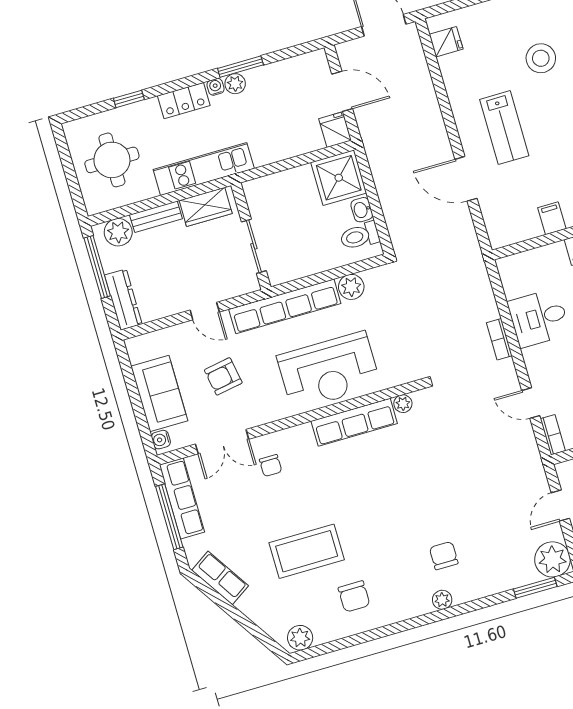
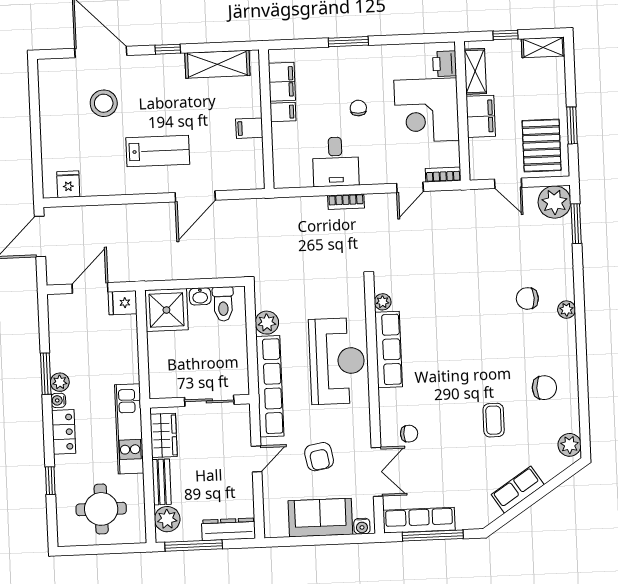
coffee table: (307, 551) -> (494, 420), width x0.54, depth x0.58
row of seats: (220, 578) -> (518, 490), moved

